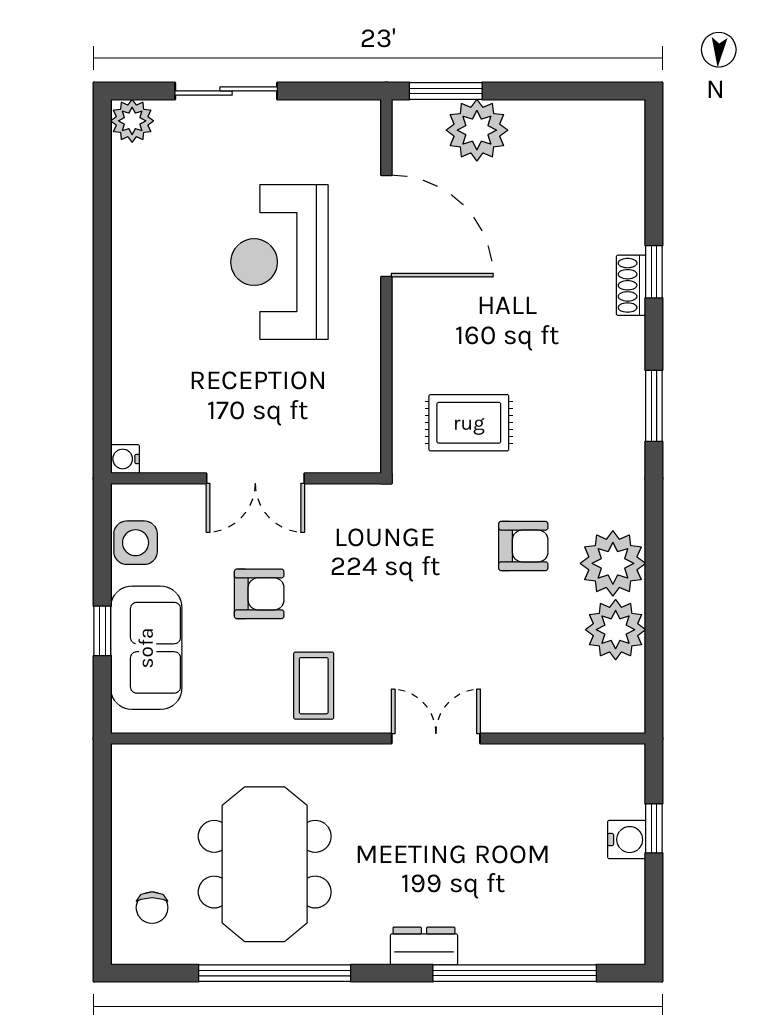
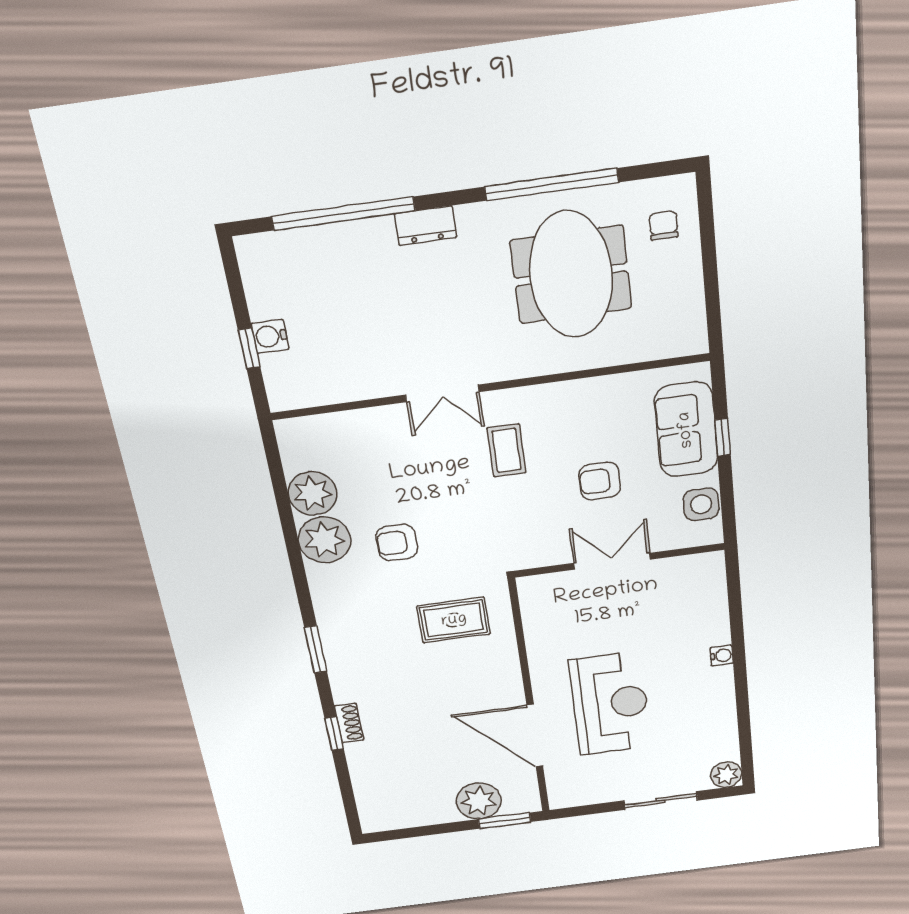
water cooler: (125, 459) -> (722, 656), moved
coffee table: (314, 686) -> (506, 450), moved

